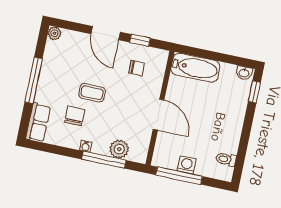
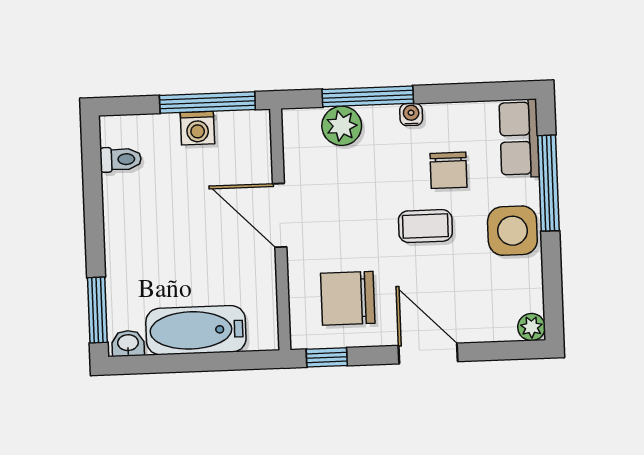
window: (140, 40) -> (327, 357), moved
chair: (137, 68) -> (348, 298), width x1.87, depth x1.87
bathtub: (195, 68) -> (196, 330), moved
window: (34, 80) -> (548, 183), moved
side table: (52, 80) -> (512, 231), added
window: (254, 92) -> (97, 310), width x1.50

